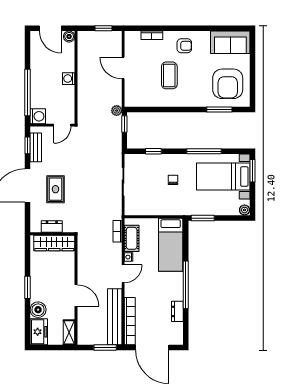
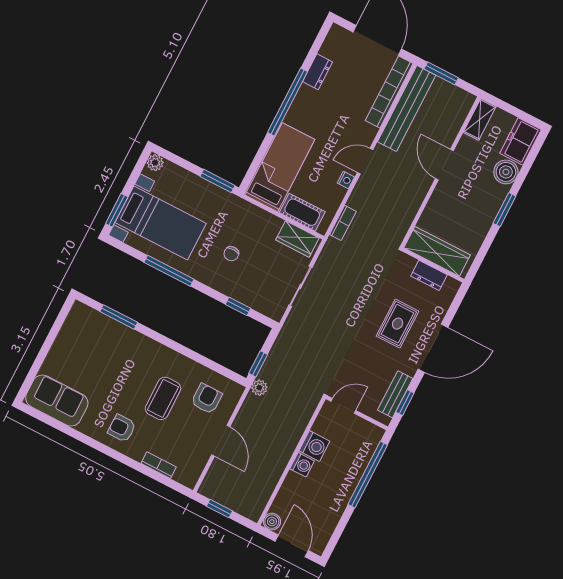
armchair: (228, 84) -> (207, 399), moved, width x0.53, depth x0.53
washing machine: (38, 116) -> (314, 446), moved, turned 180
wardrobe: (139, 208) -> (297, 239), added
cot: (132, 238) -> (302, 212), moved, turned 90

